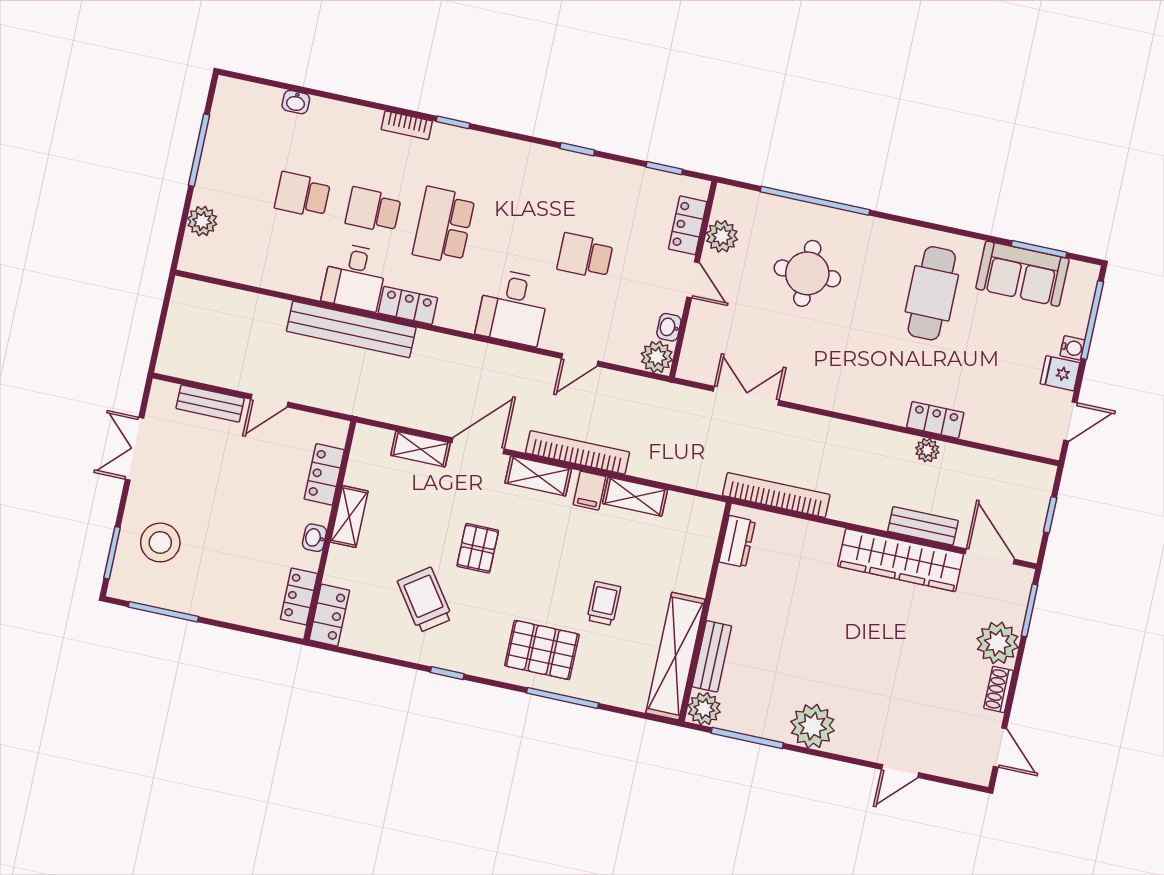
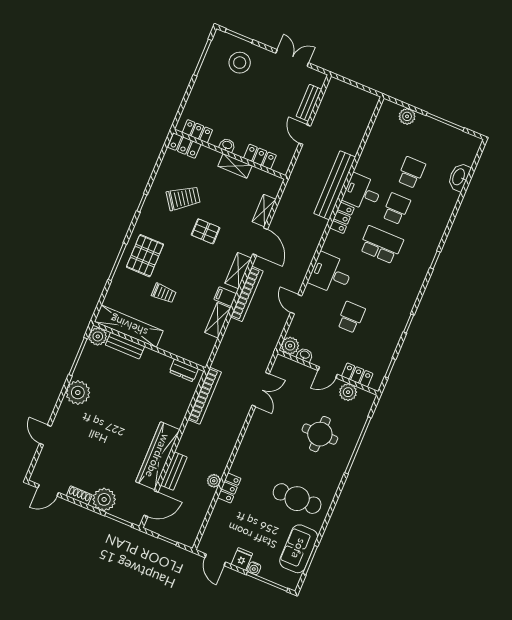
washbasin: (296, 102) -> (459, 177), width x1.91, depth x1.45
bookcase: (407, 125) -> (438, 235), removed

